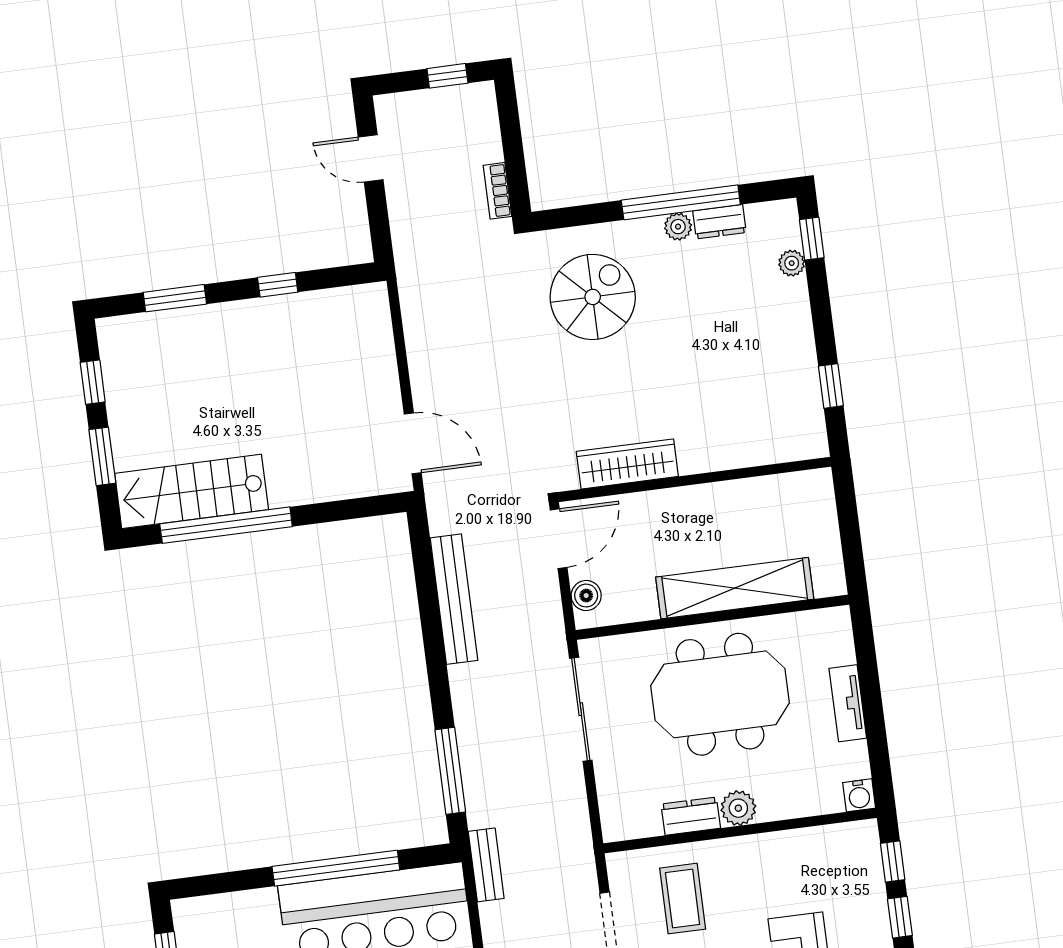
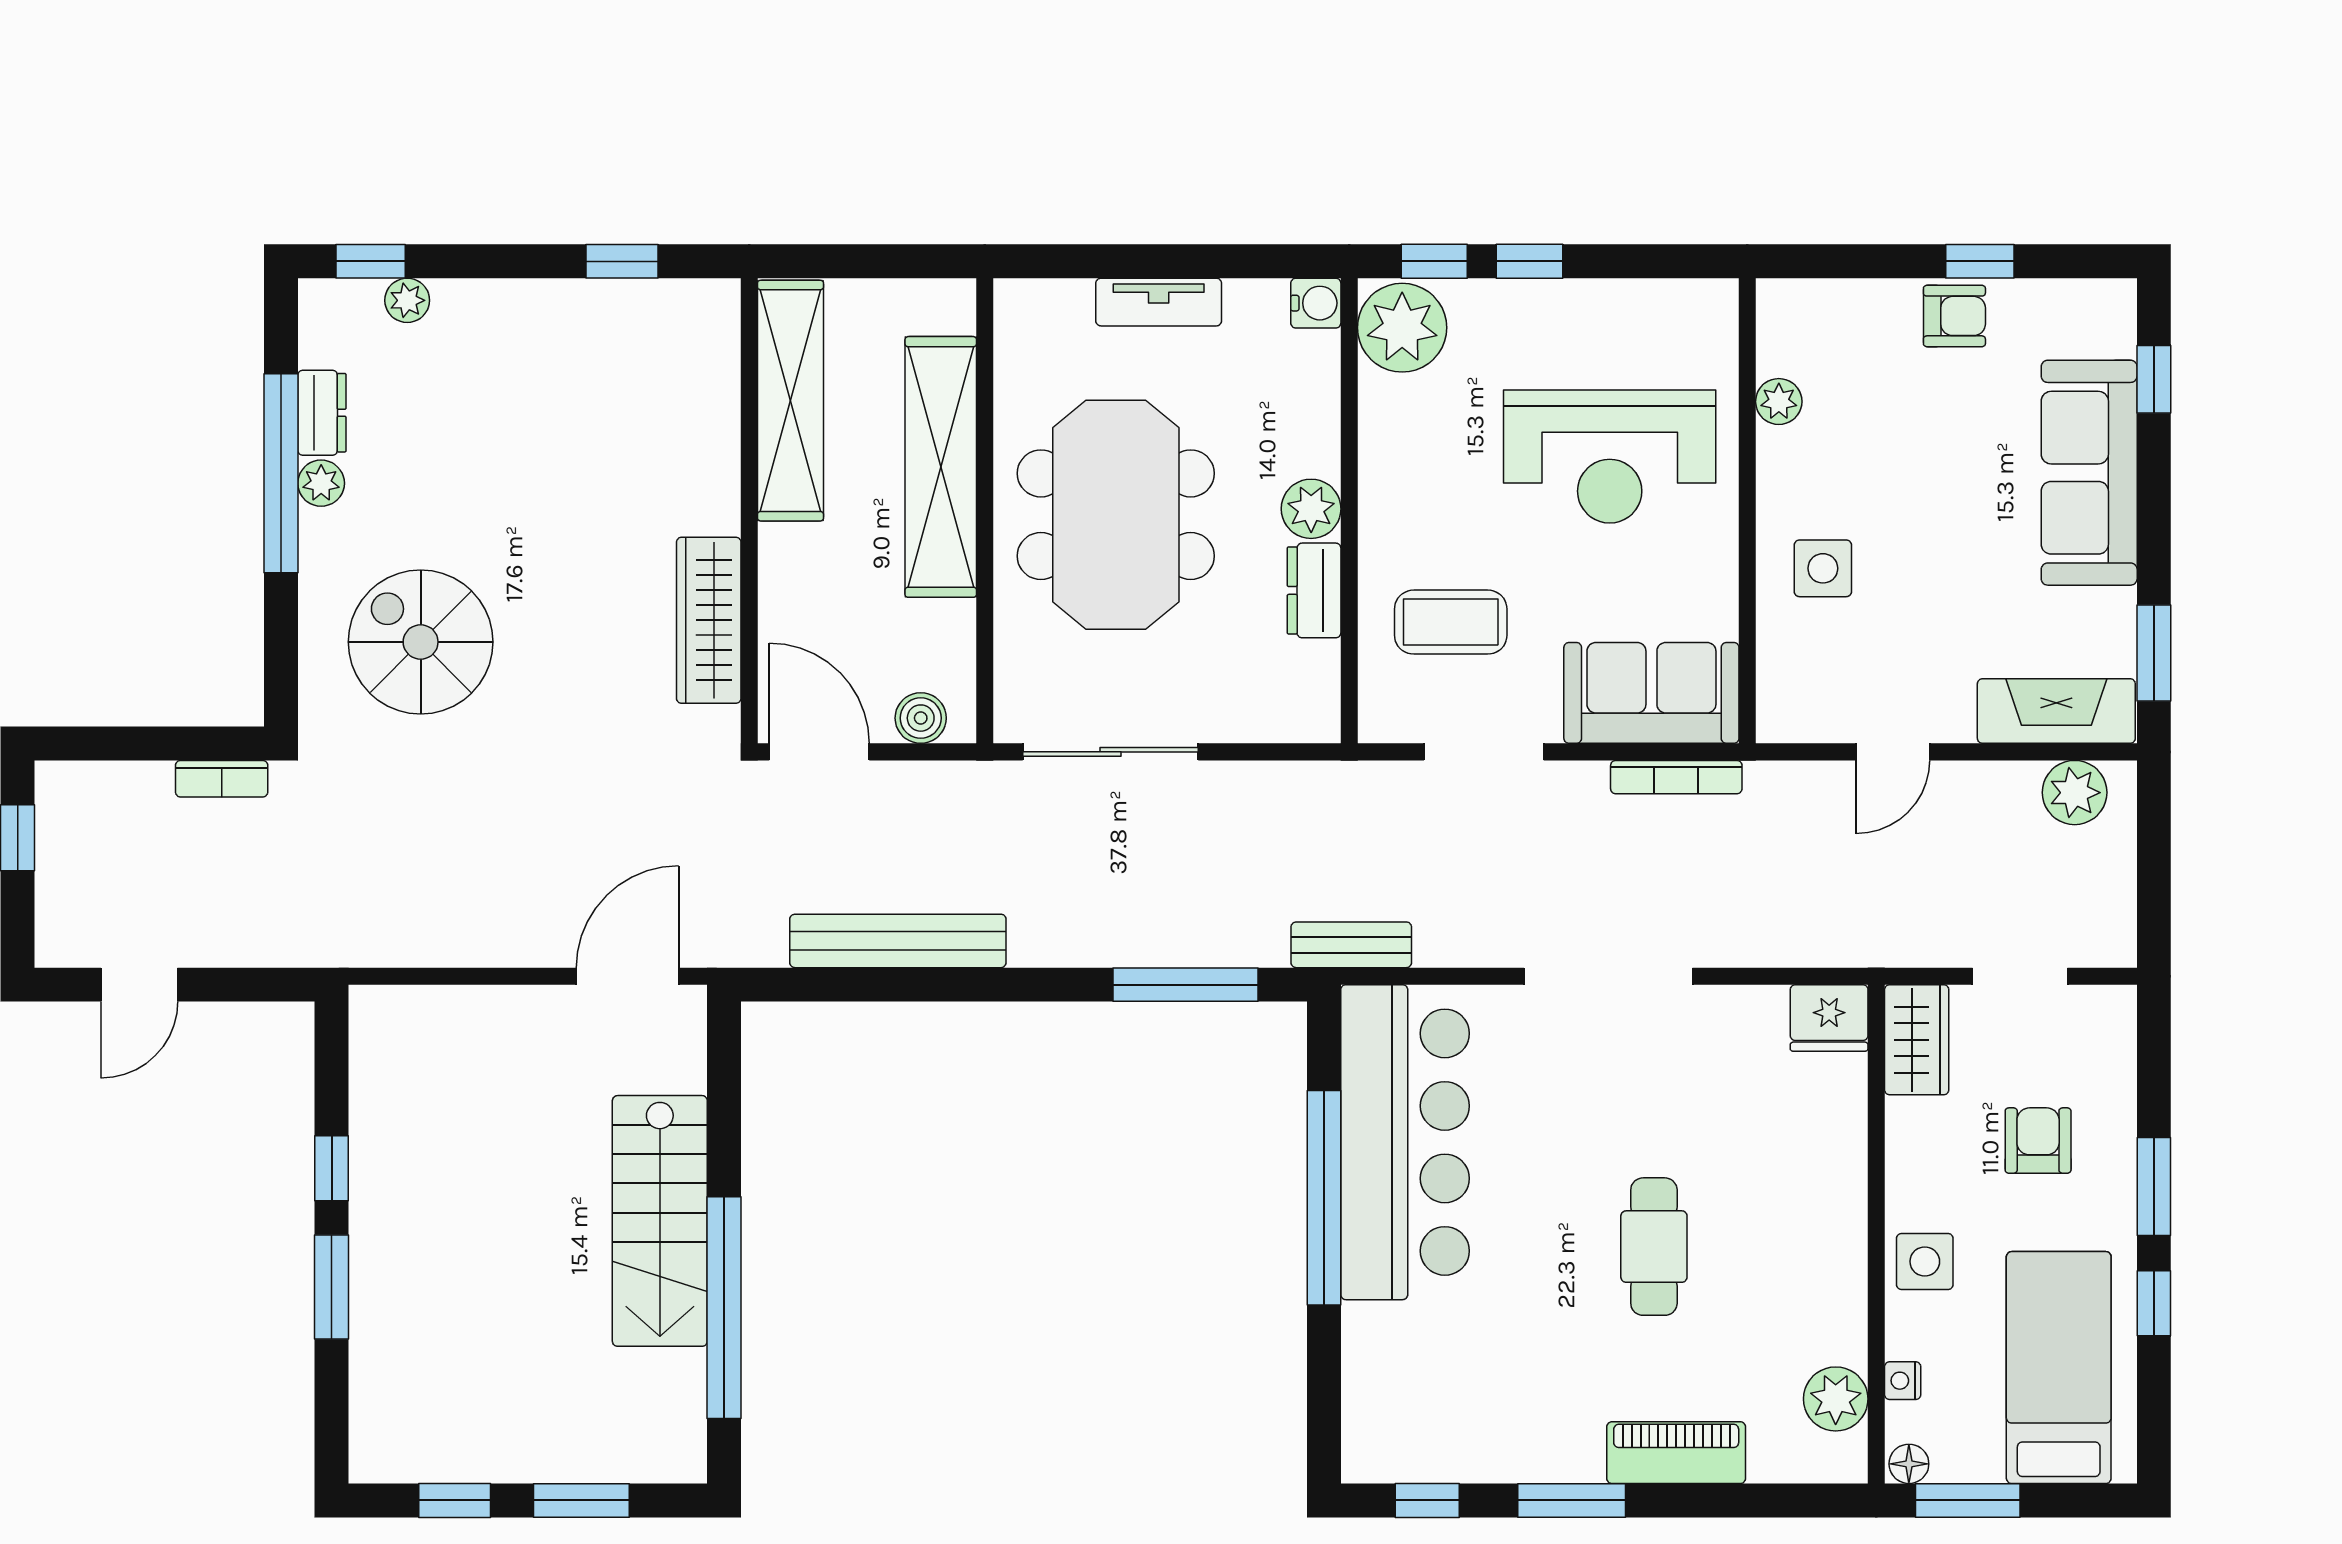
window: (175, 298) -> (332, 1287), moved
stairs: (192, 491) -> (660, 1221), moved
shelving: (762, 495) -> (790, 401), added
plant: (851, 848) -> (1402, 328), added

